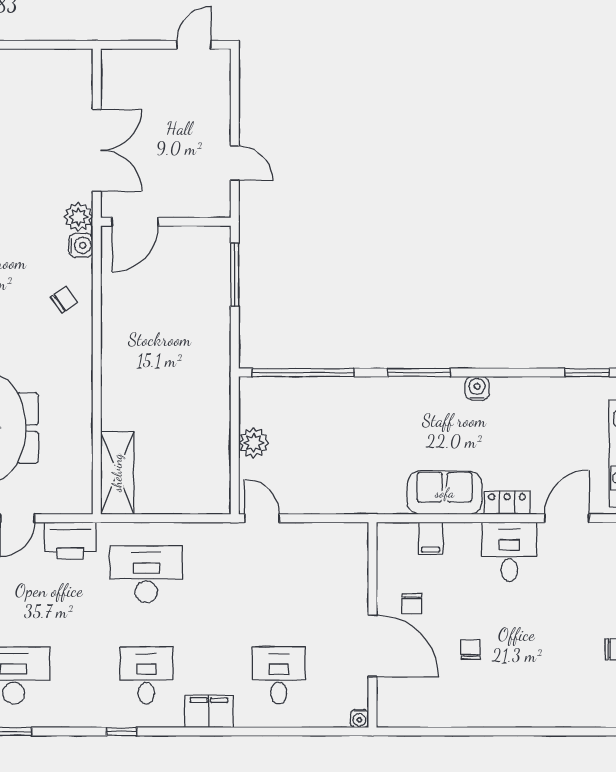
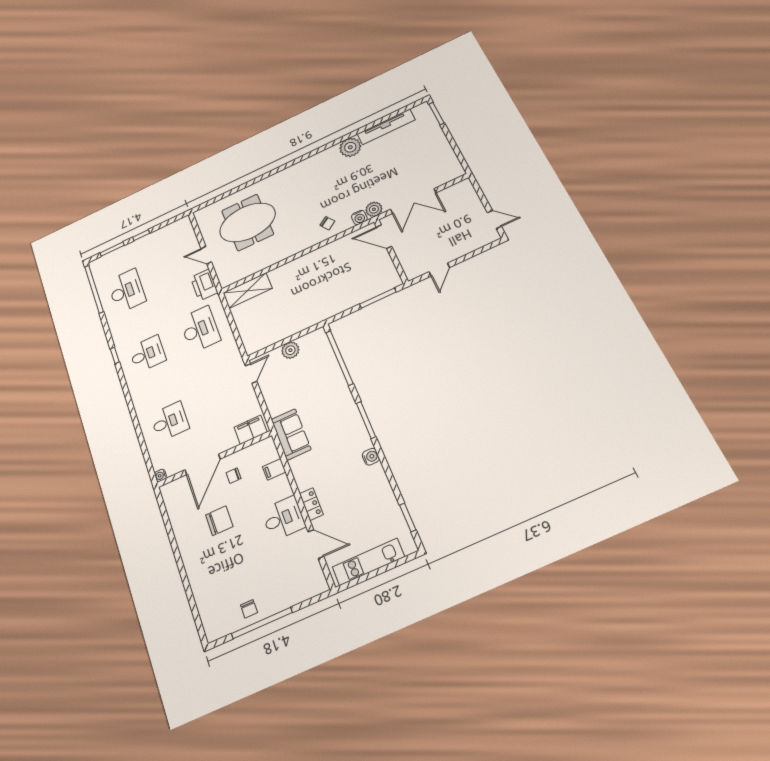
sofa: (445, 493) -> (291, 434), moved
chair: (470, 650) -> (219, 521), width x1.87, depth x1.87
filing cabinet: (209, 711) -> (251, 430), moved, turned -90

